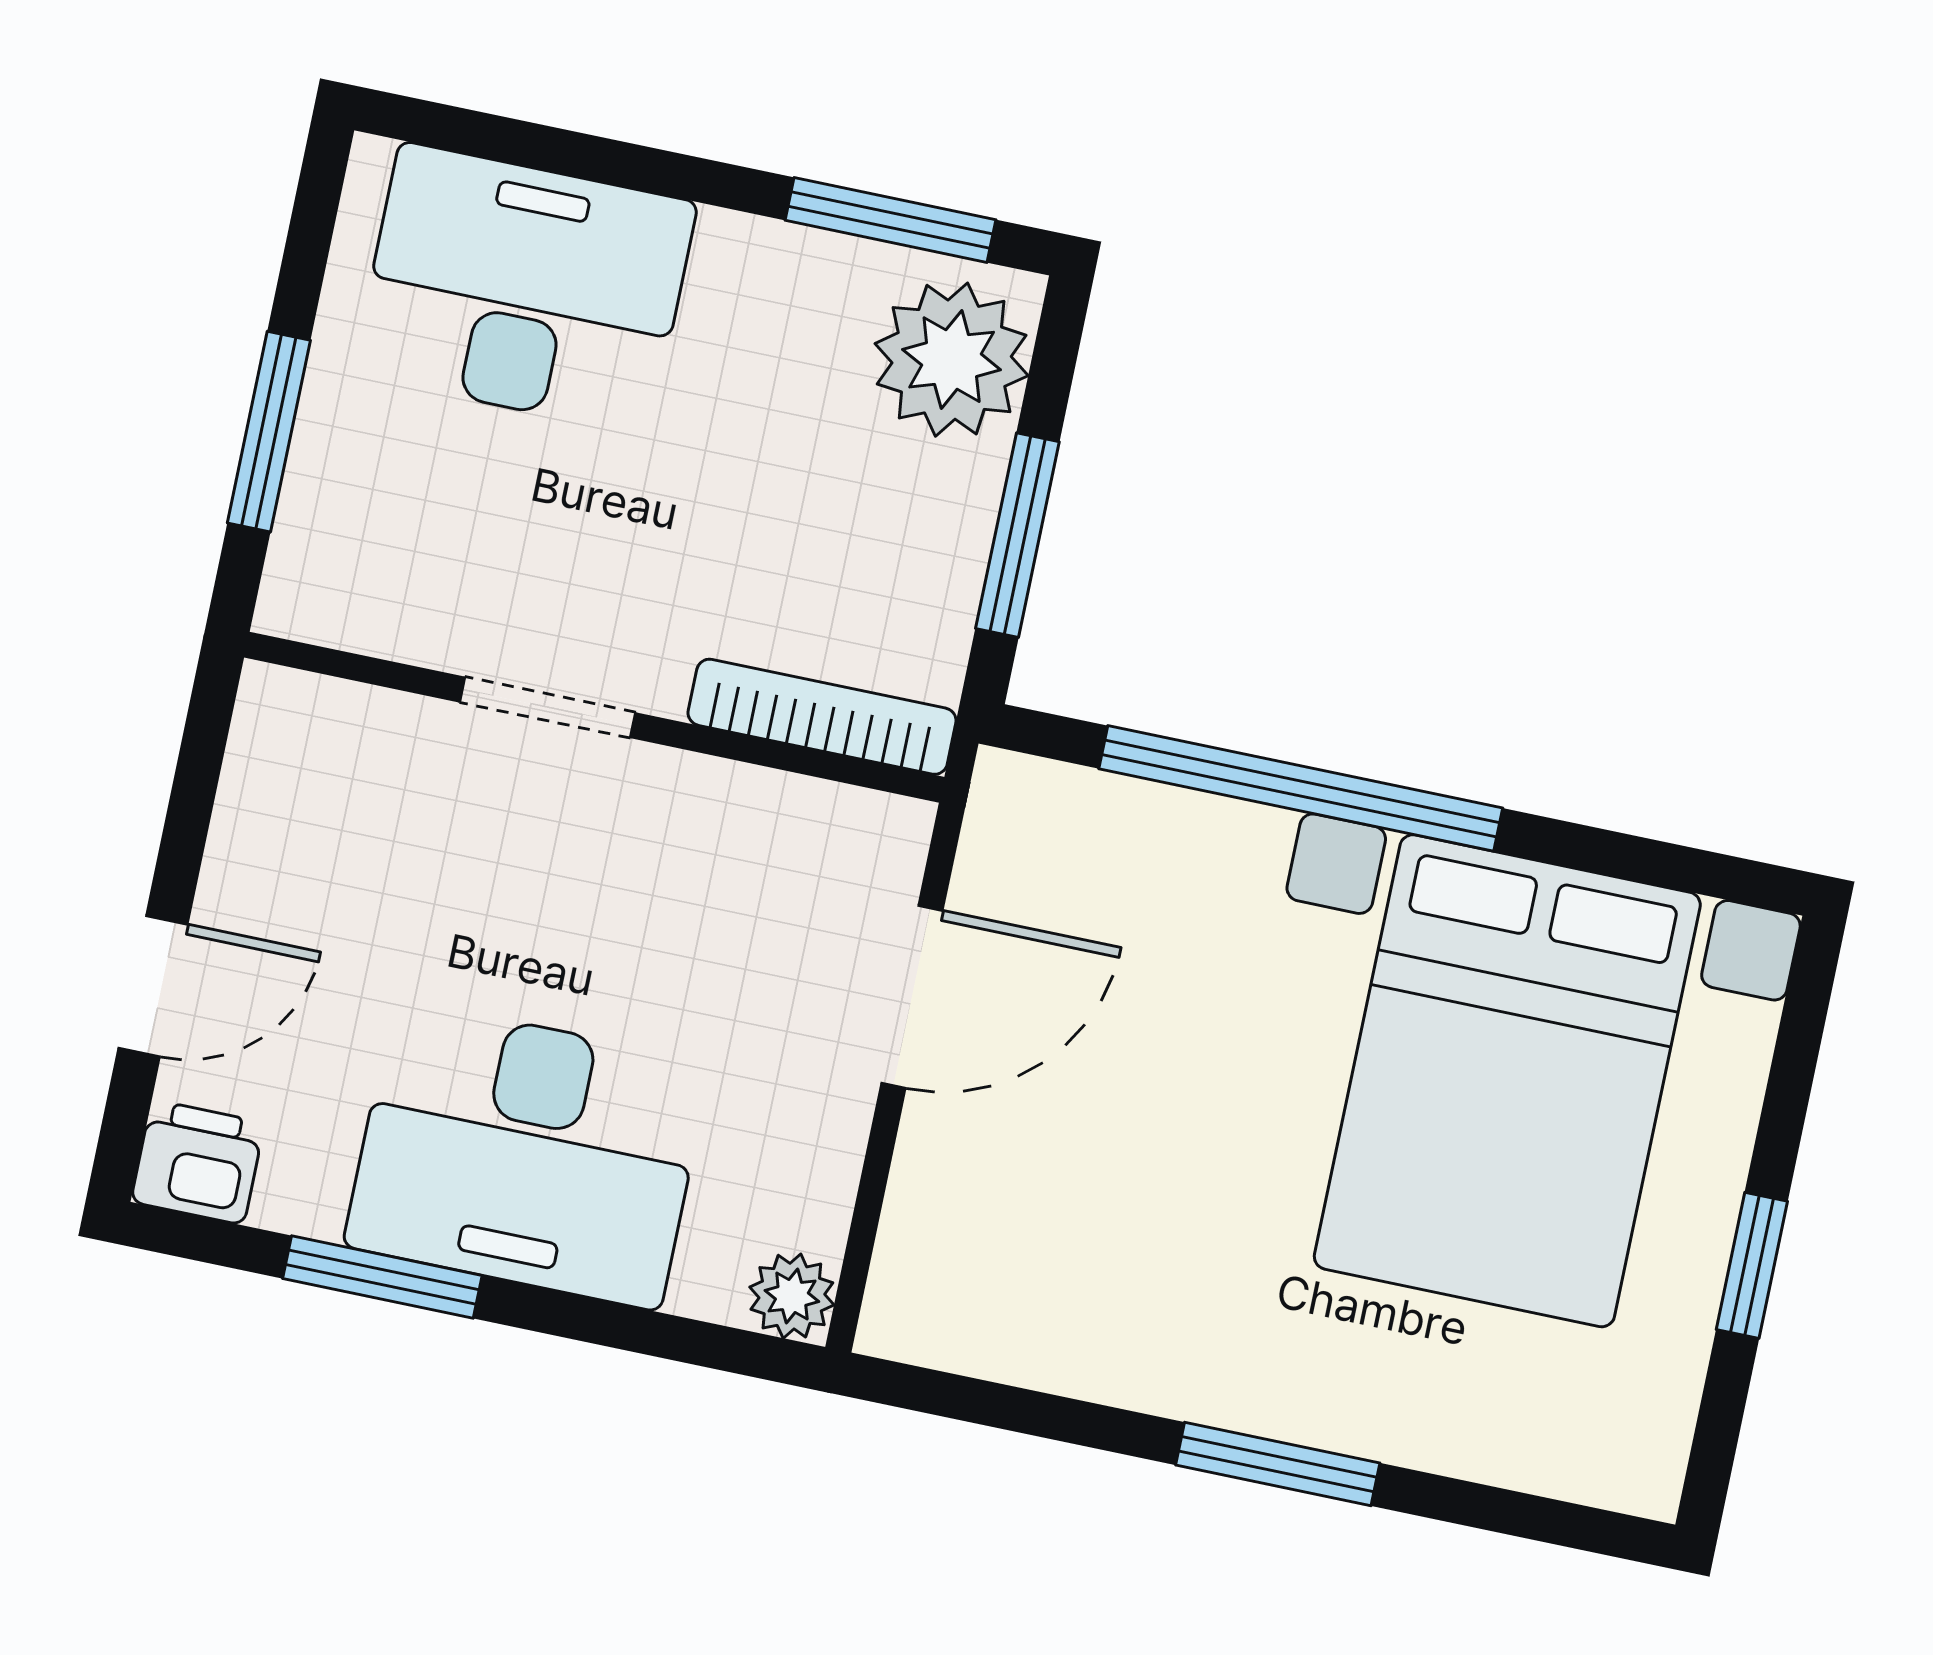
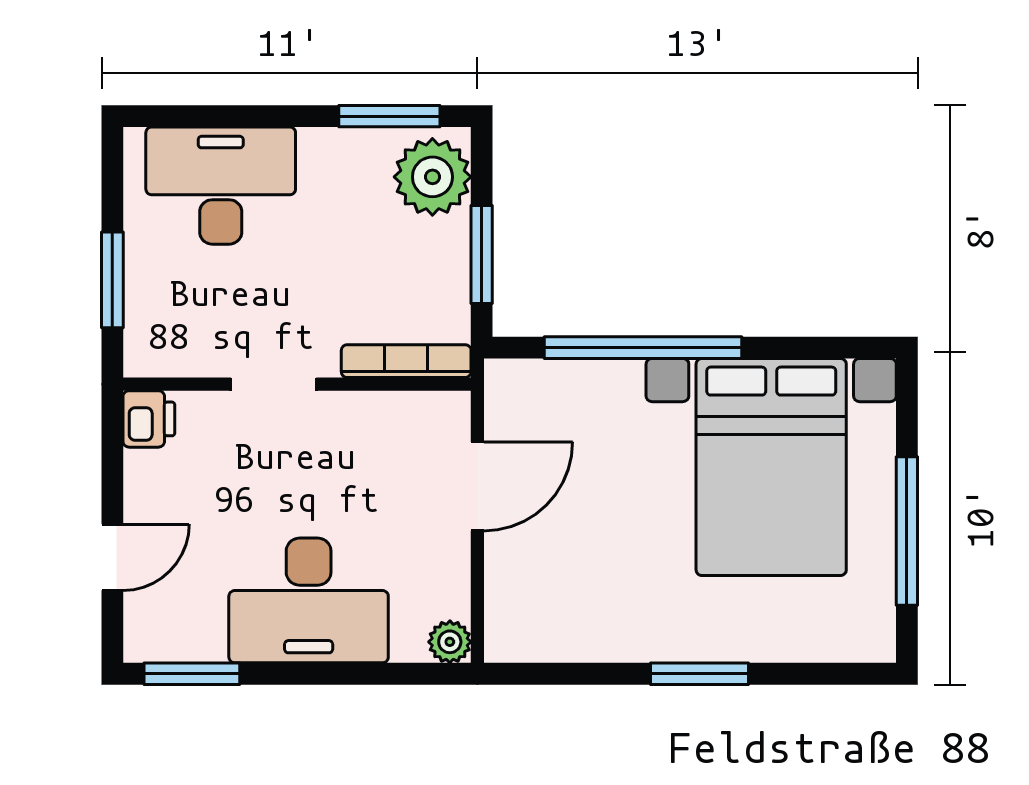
printer: (198, 1162) -> (149, 419), moved, turned 90
window: (1752, 1265) -> (907, 531), width x2.17
window: (382, 1277) -> (192, 674), moved

